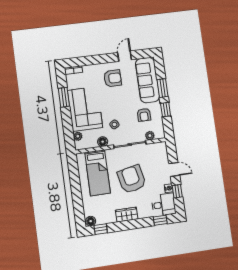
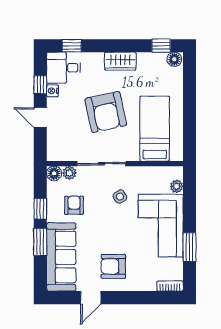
floor lamp: (103, 142) -> (54, 173), moved

